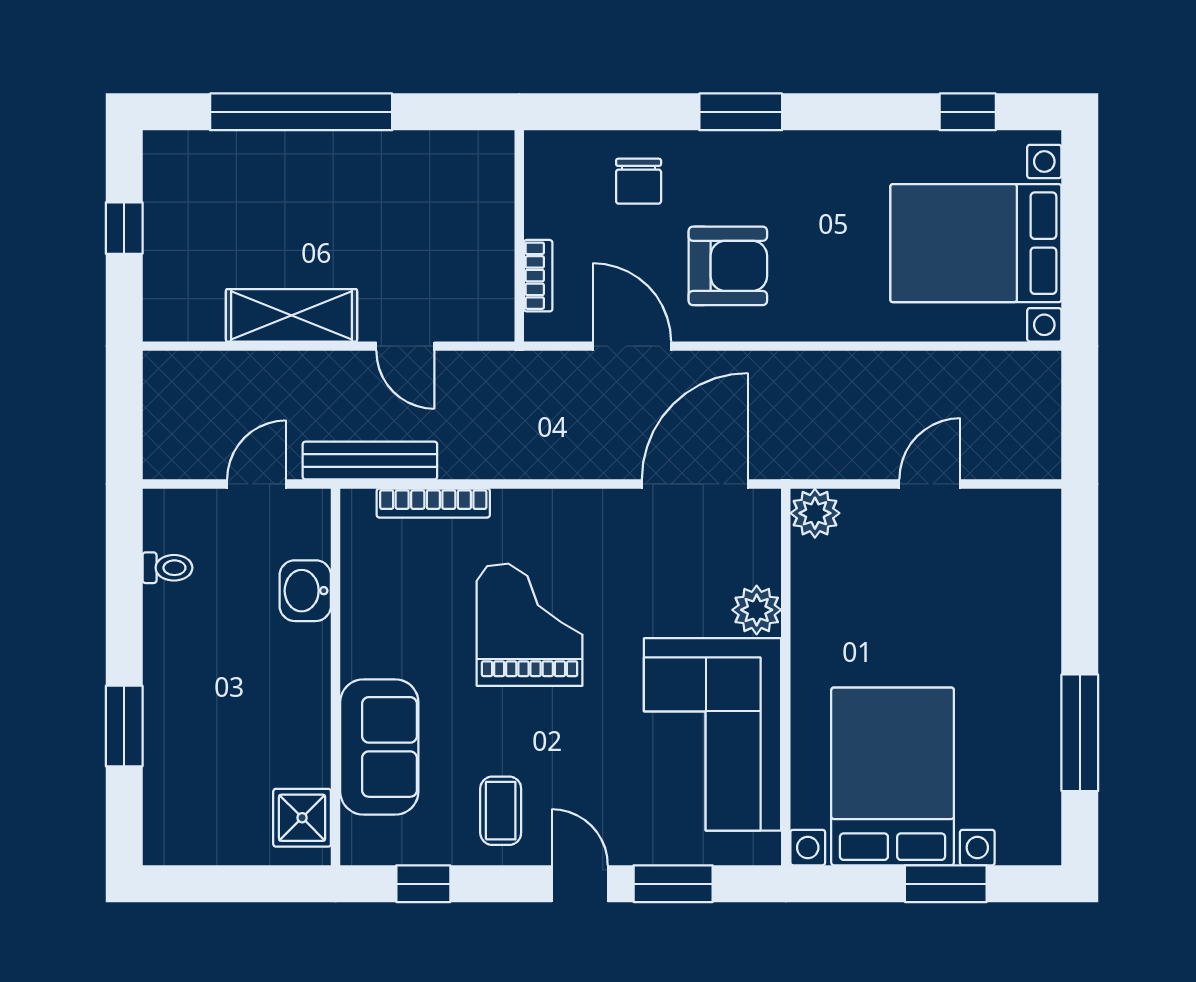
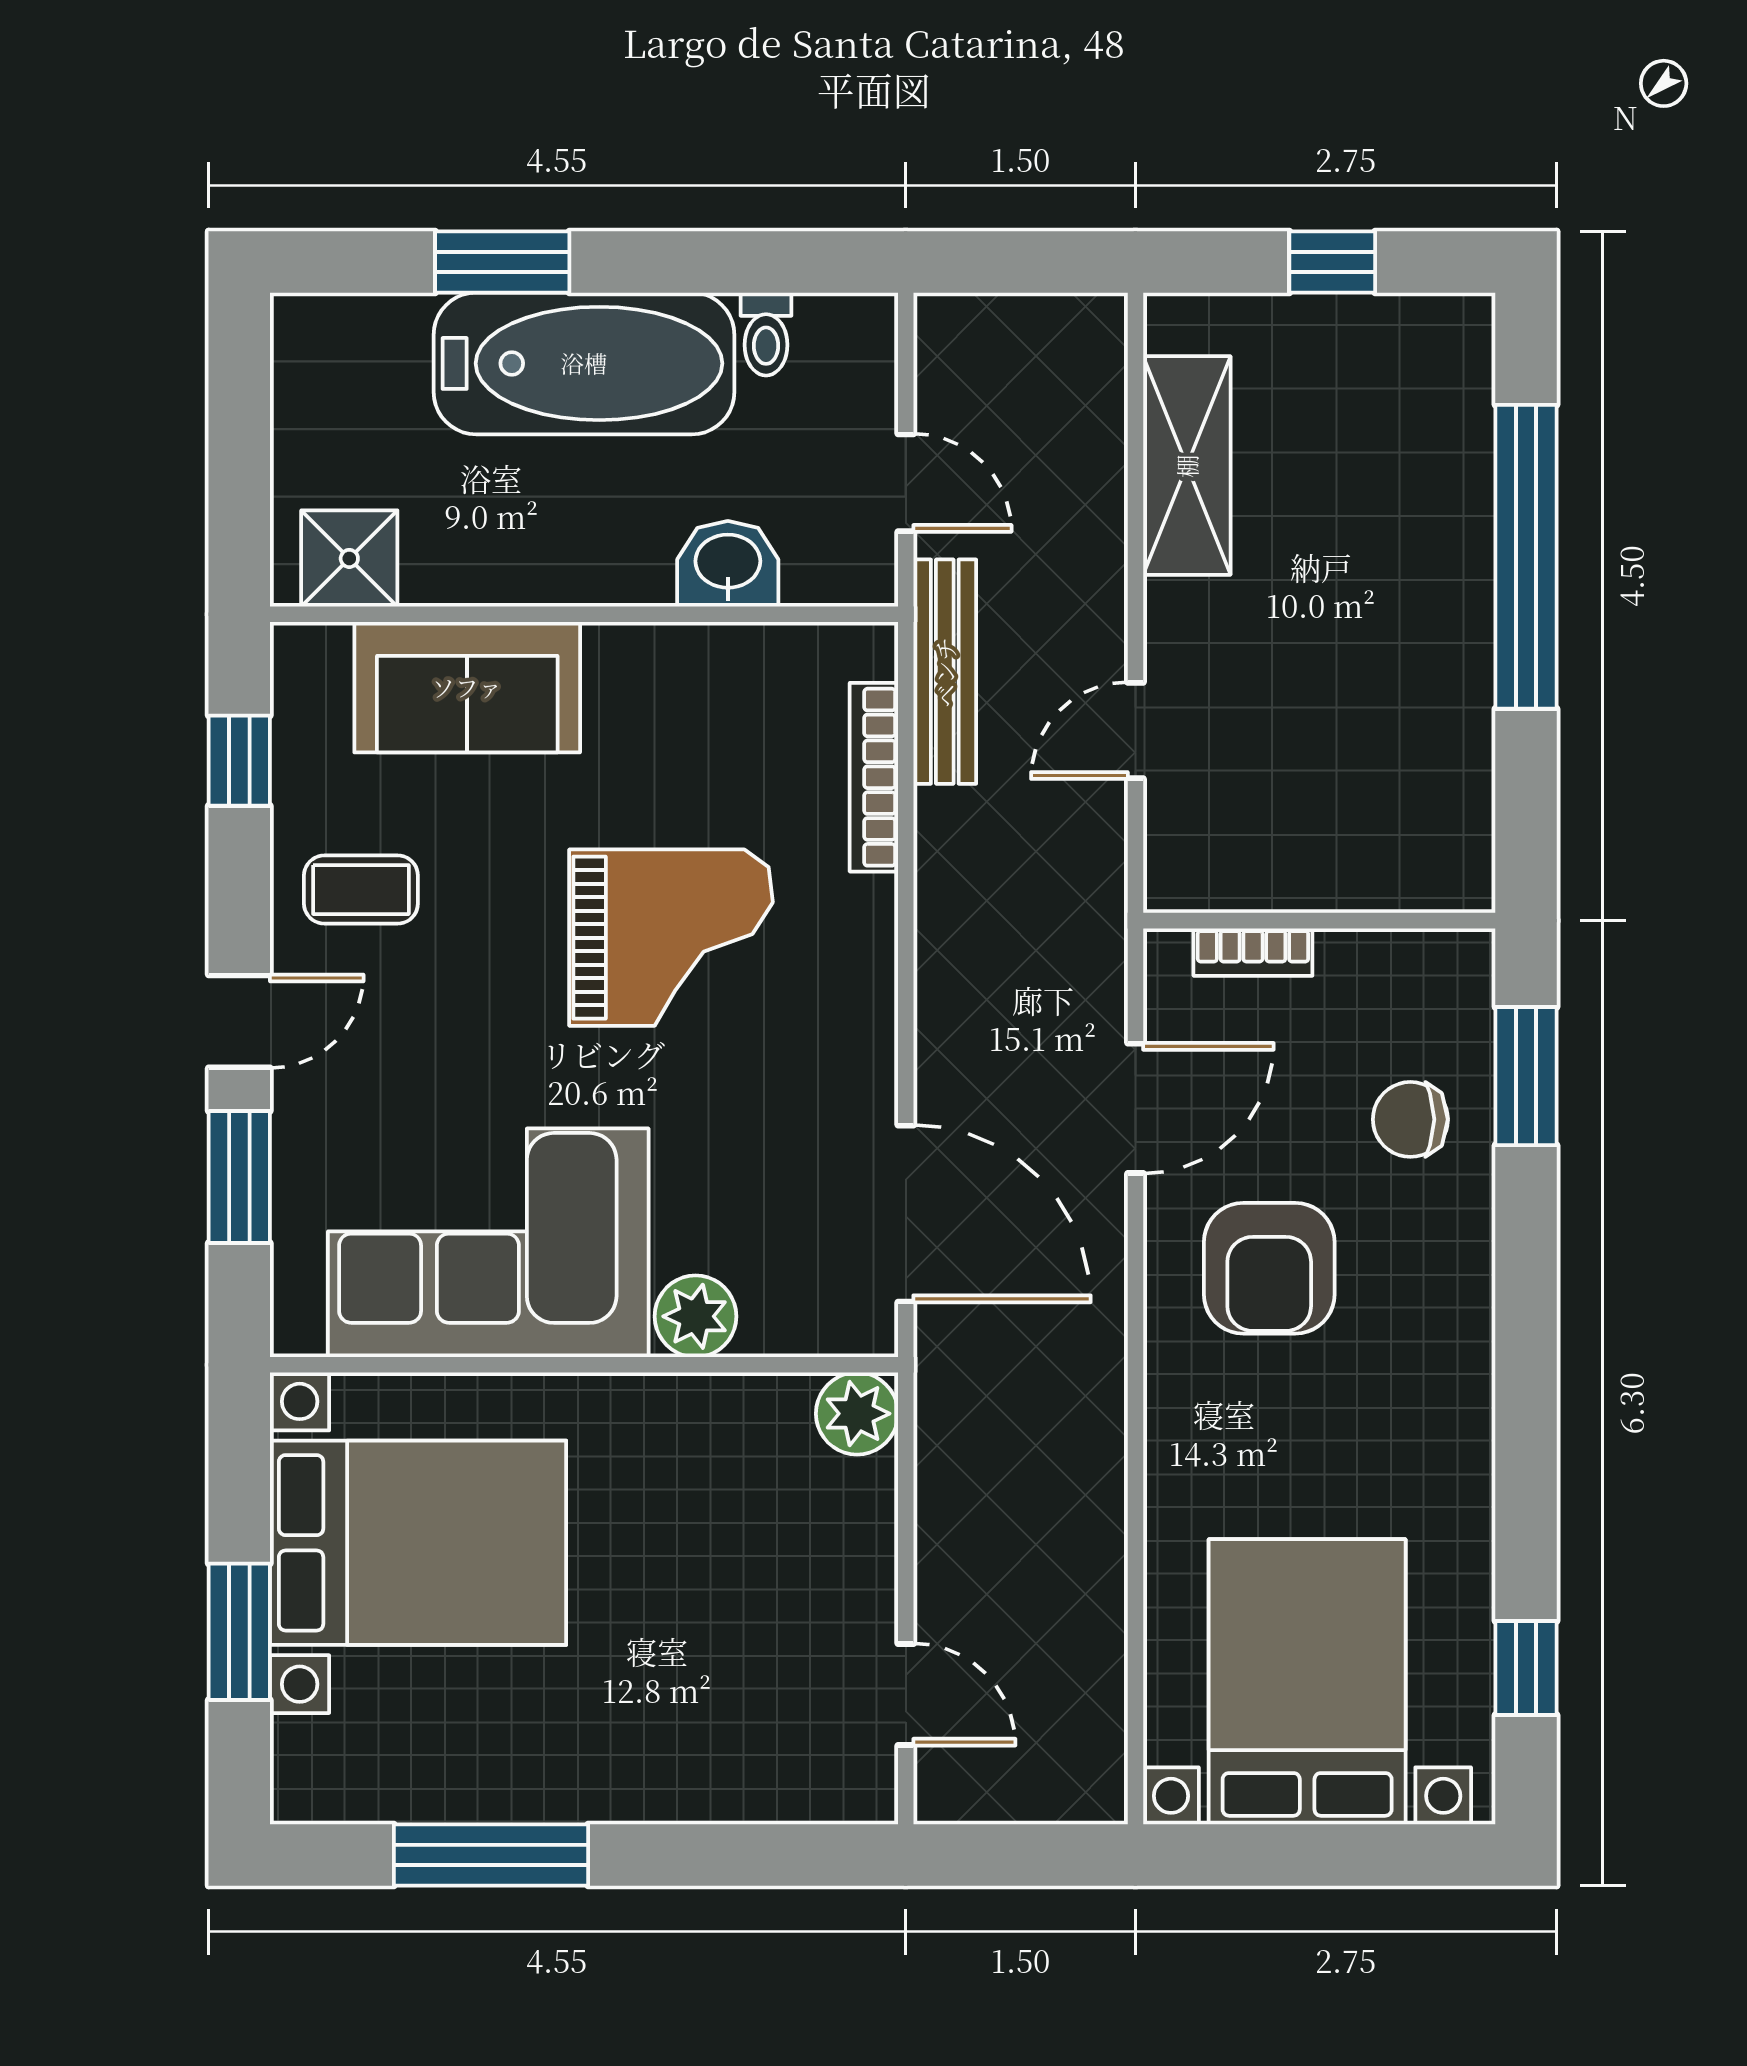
window: (741, 112) -> (1526, 1076), moved
shelving: (291, 315) -> (1187, 466), moved
door: (930, 484) -> (906, 1695), moved
bathtub: (185, 677) -> (584, 363), added

